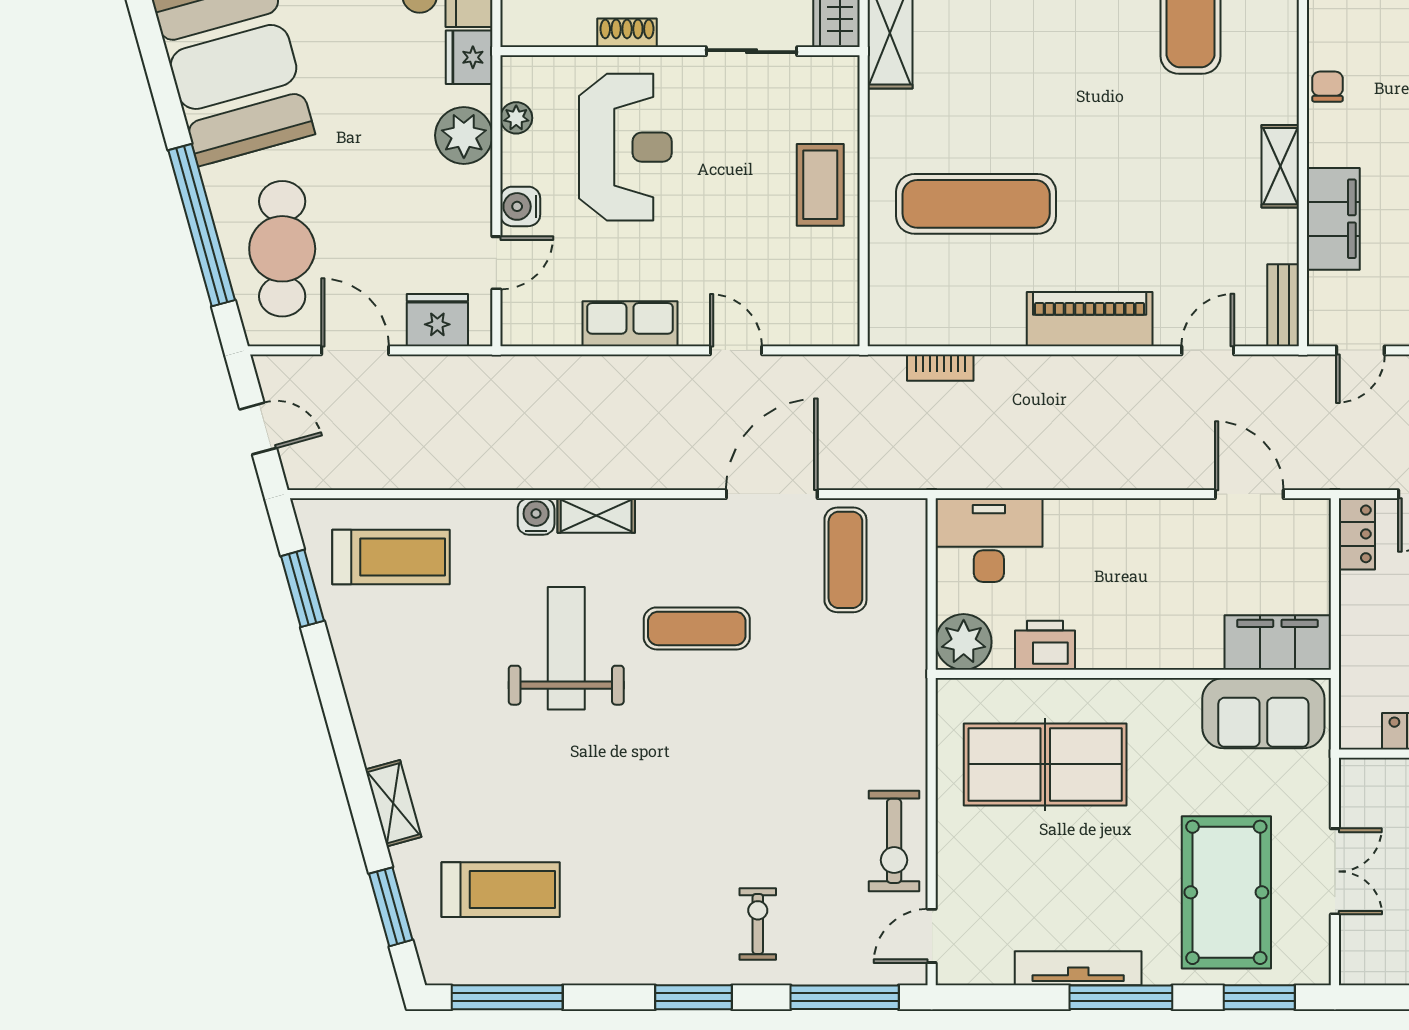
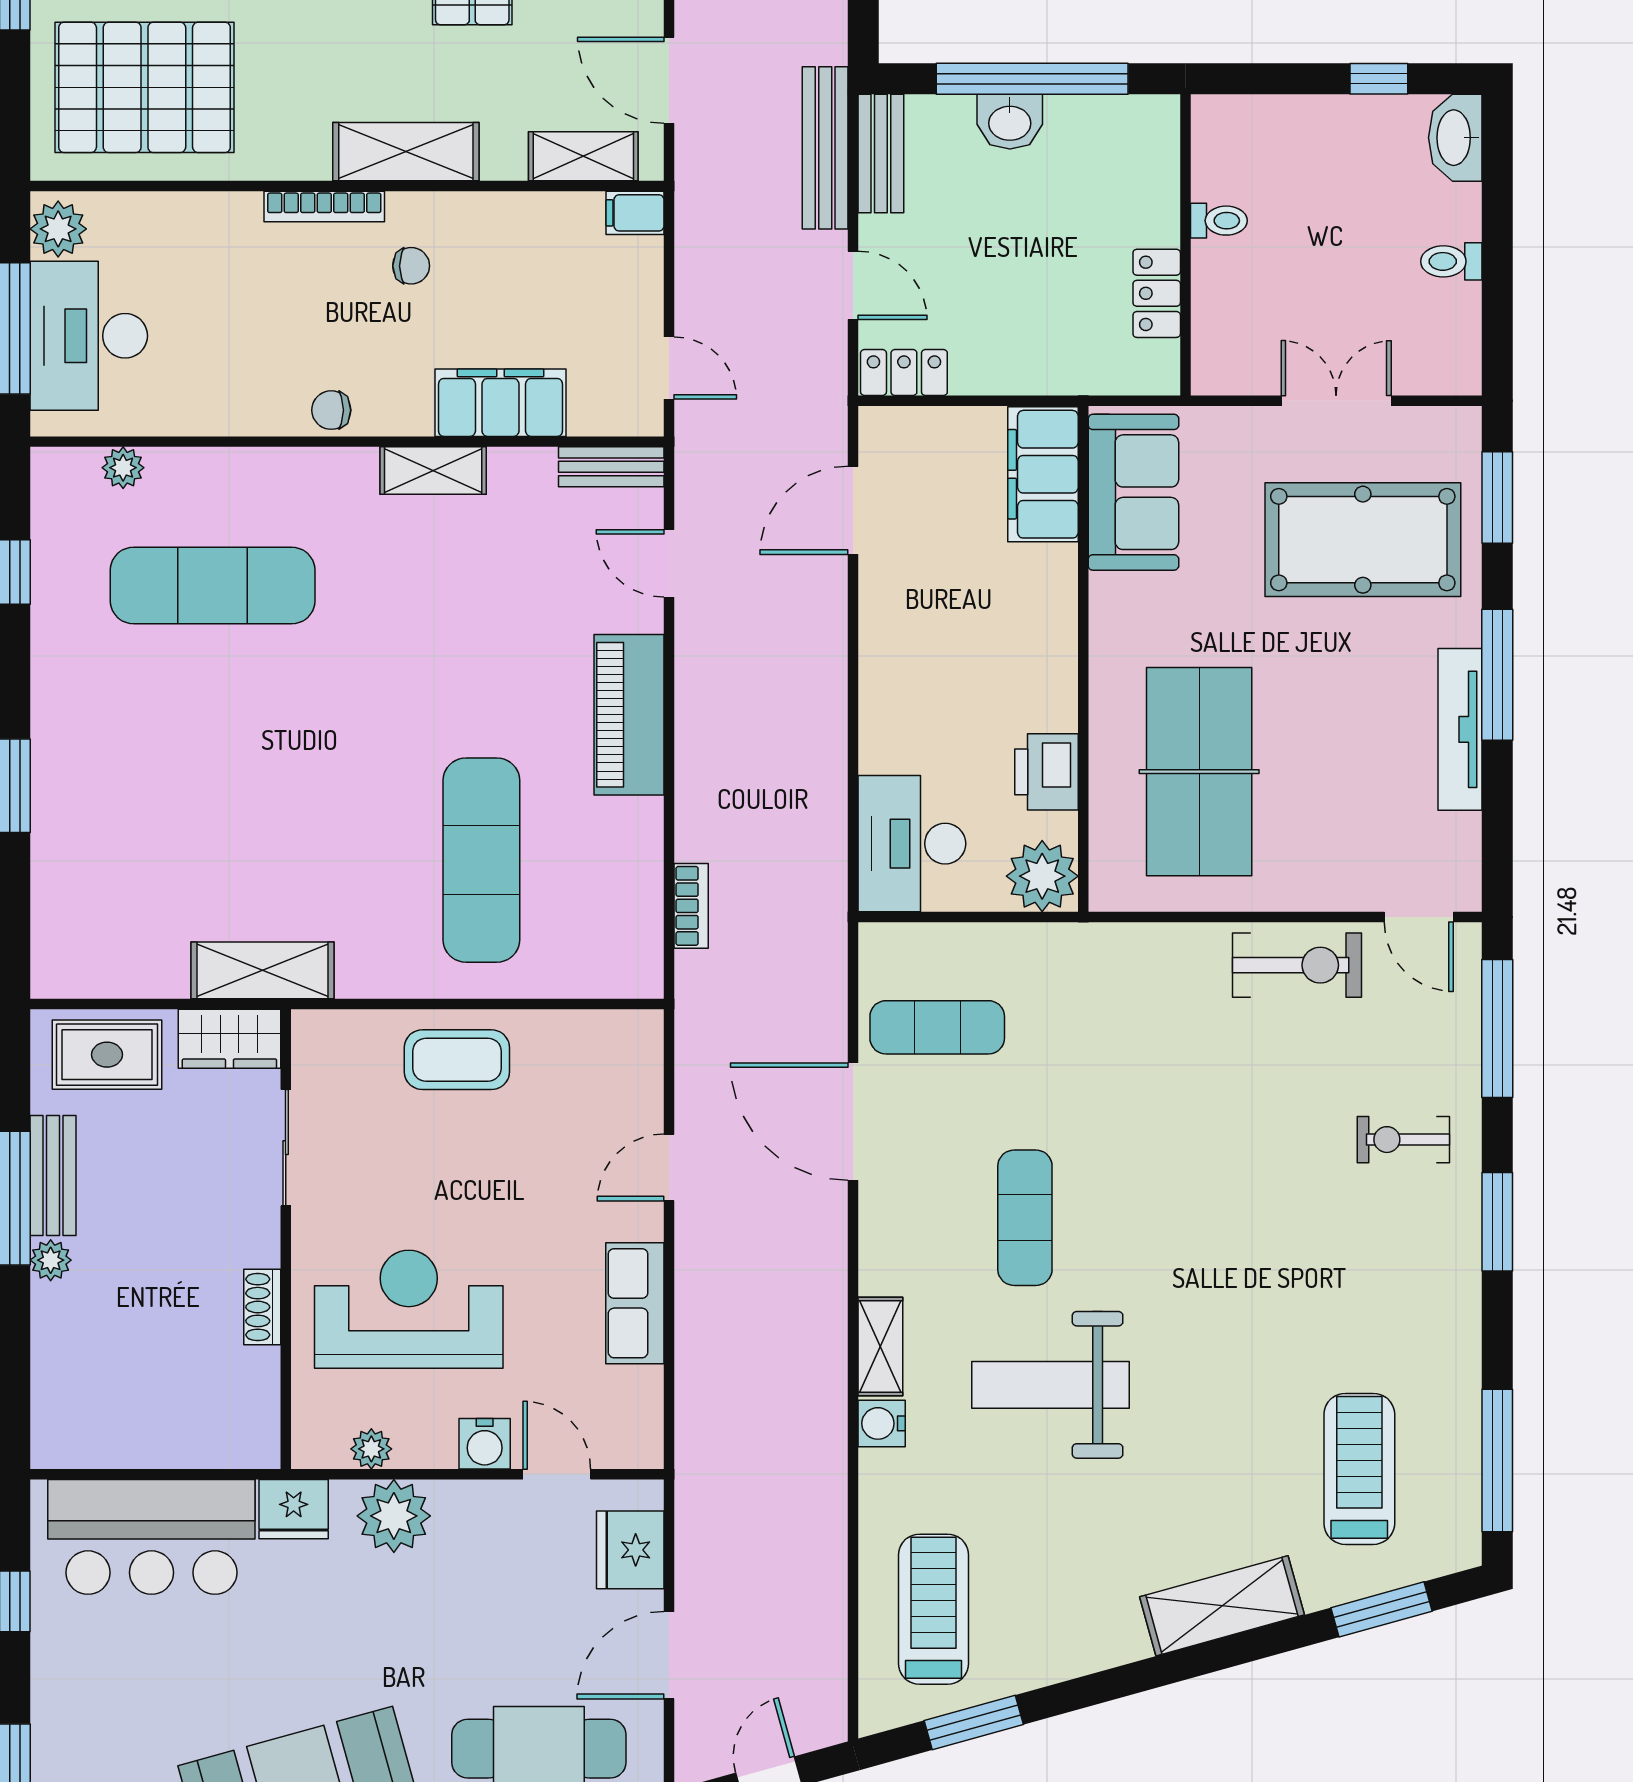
shelving: (393, 803) -> (1222, 1606), width x1.50, depth x1.33

